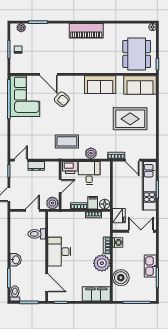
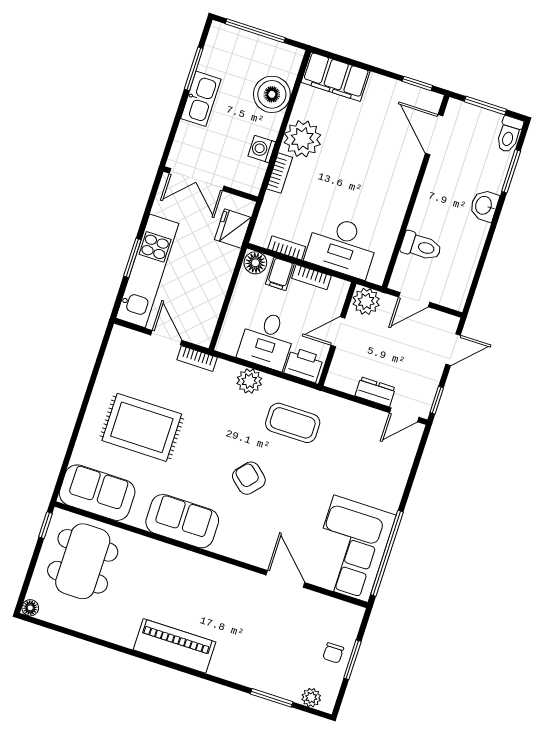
armchair: (62, 99) -> (249, 478), moved
washing machine: (118, 242) -> (262, 149), moved
desk: (59, 252) -> (342, 246), moved, turned 90

